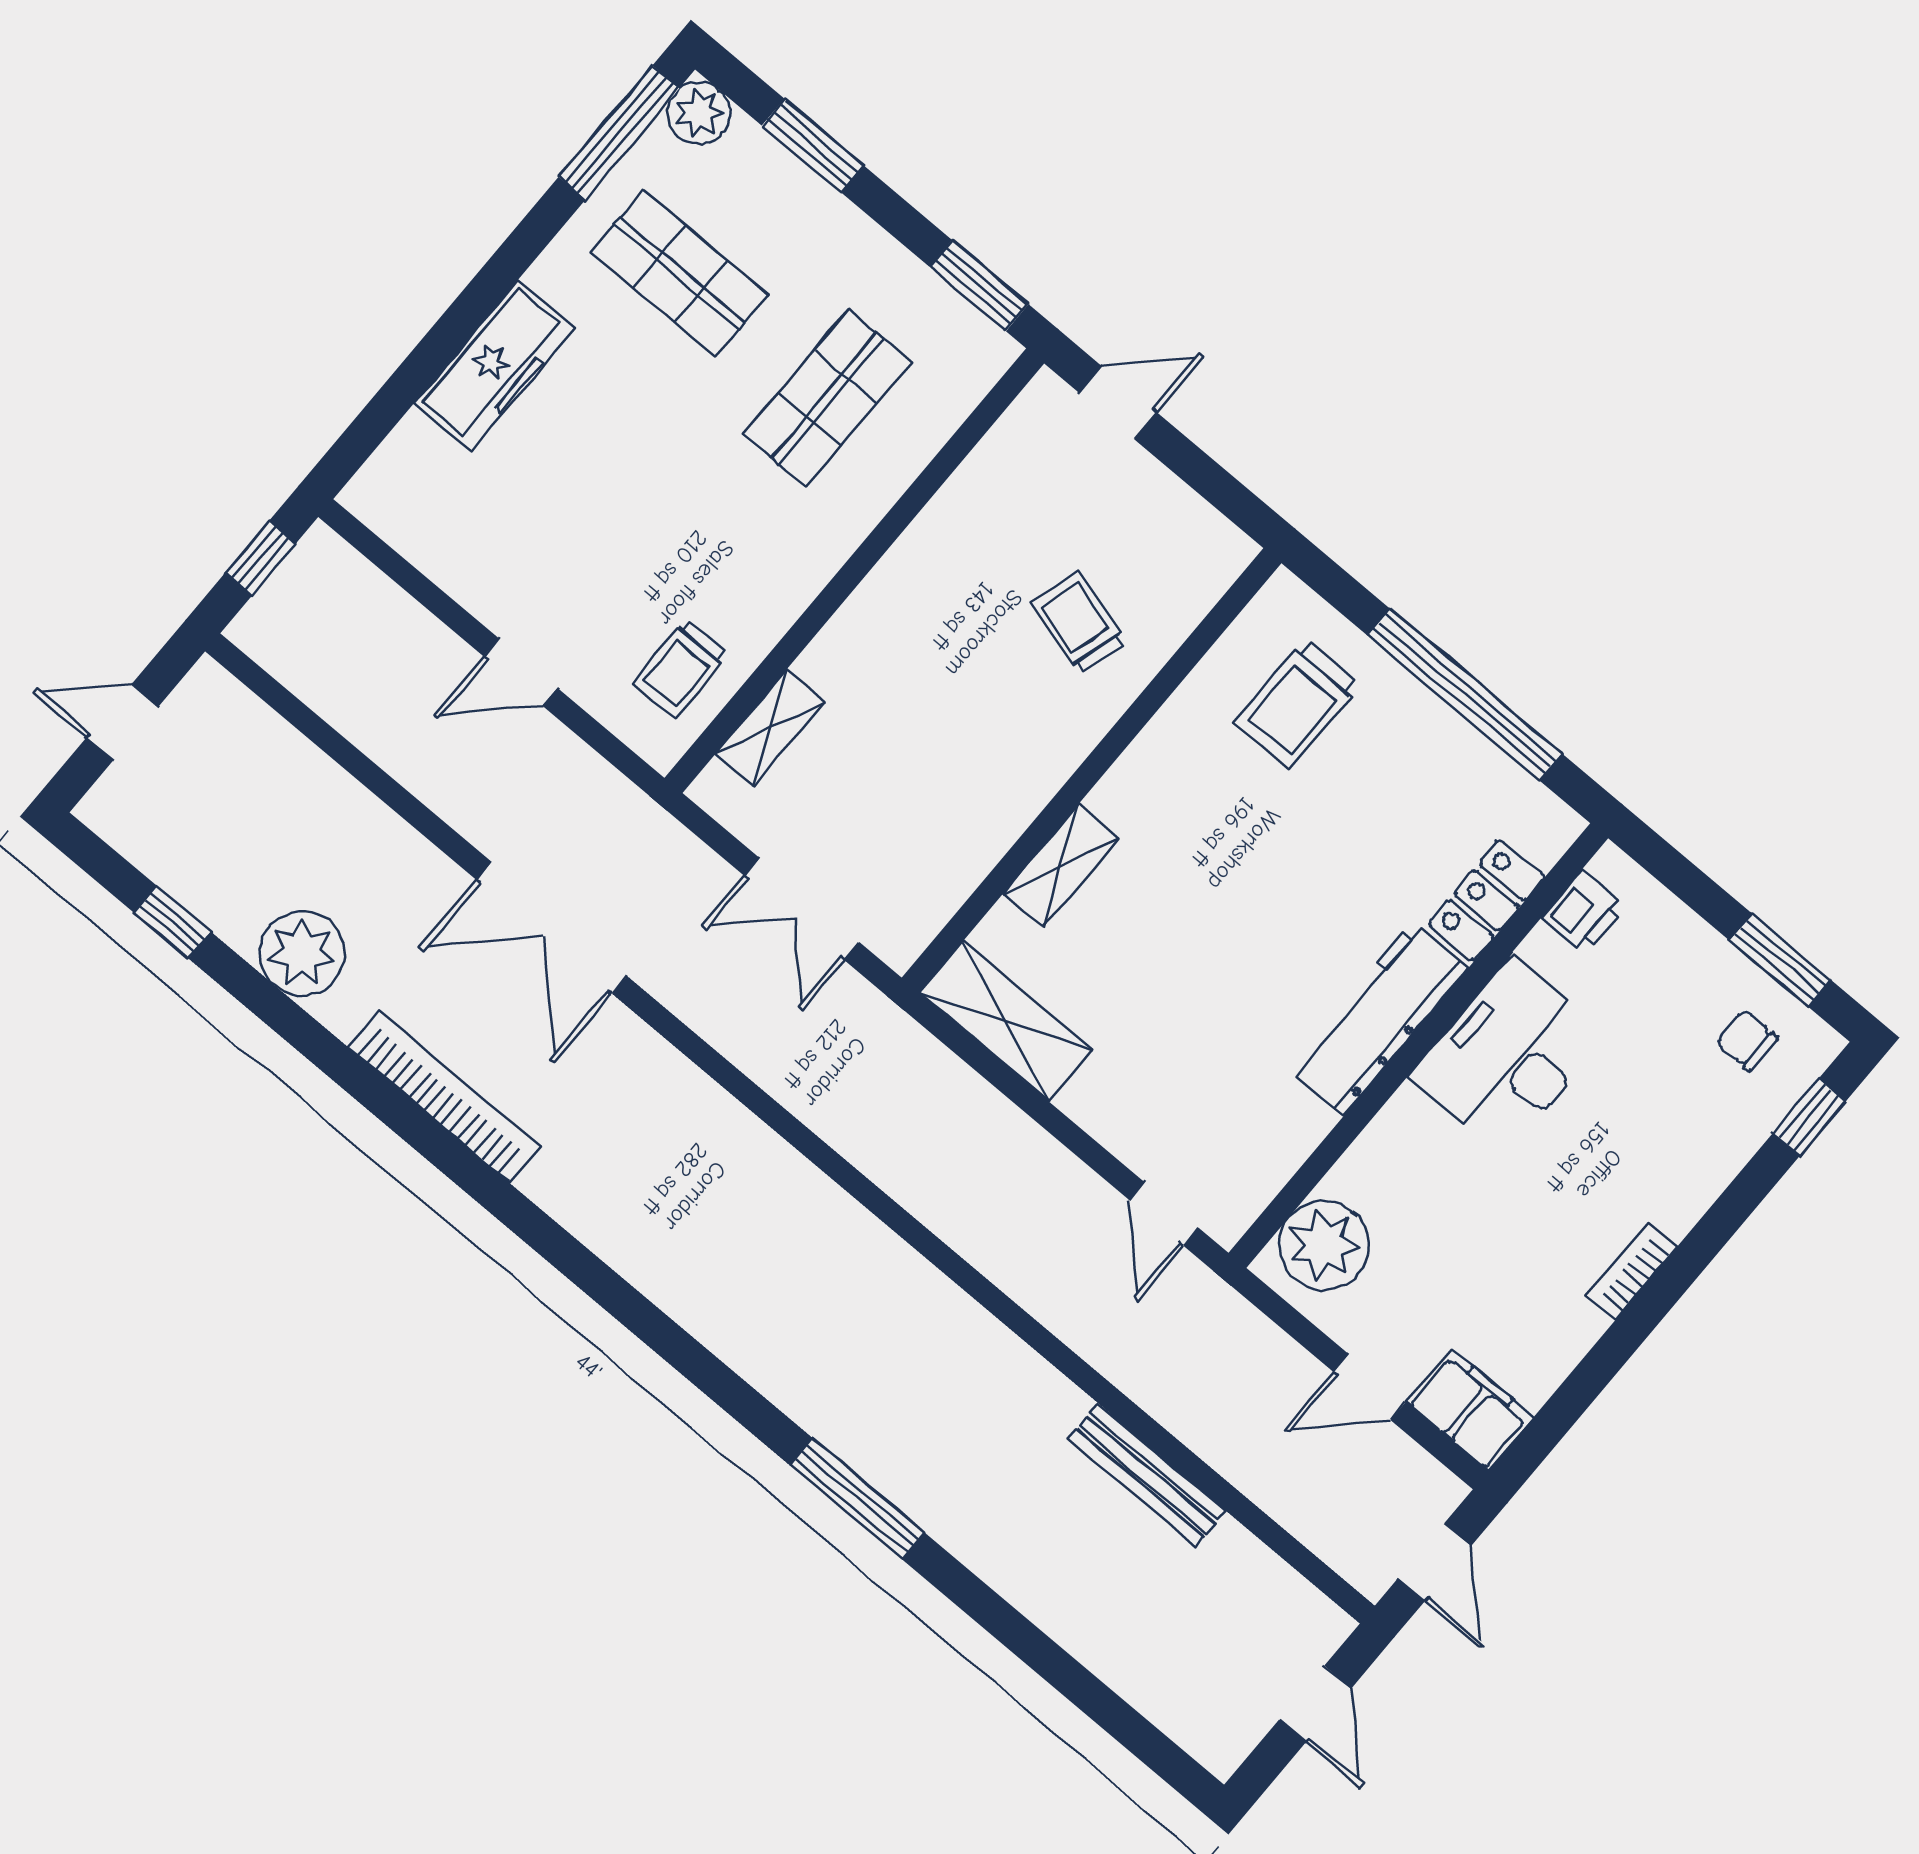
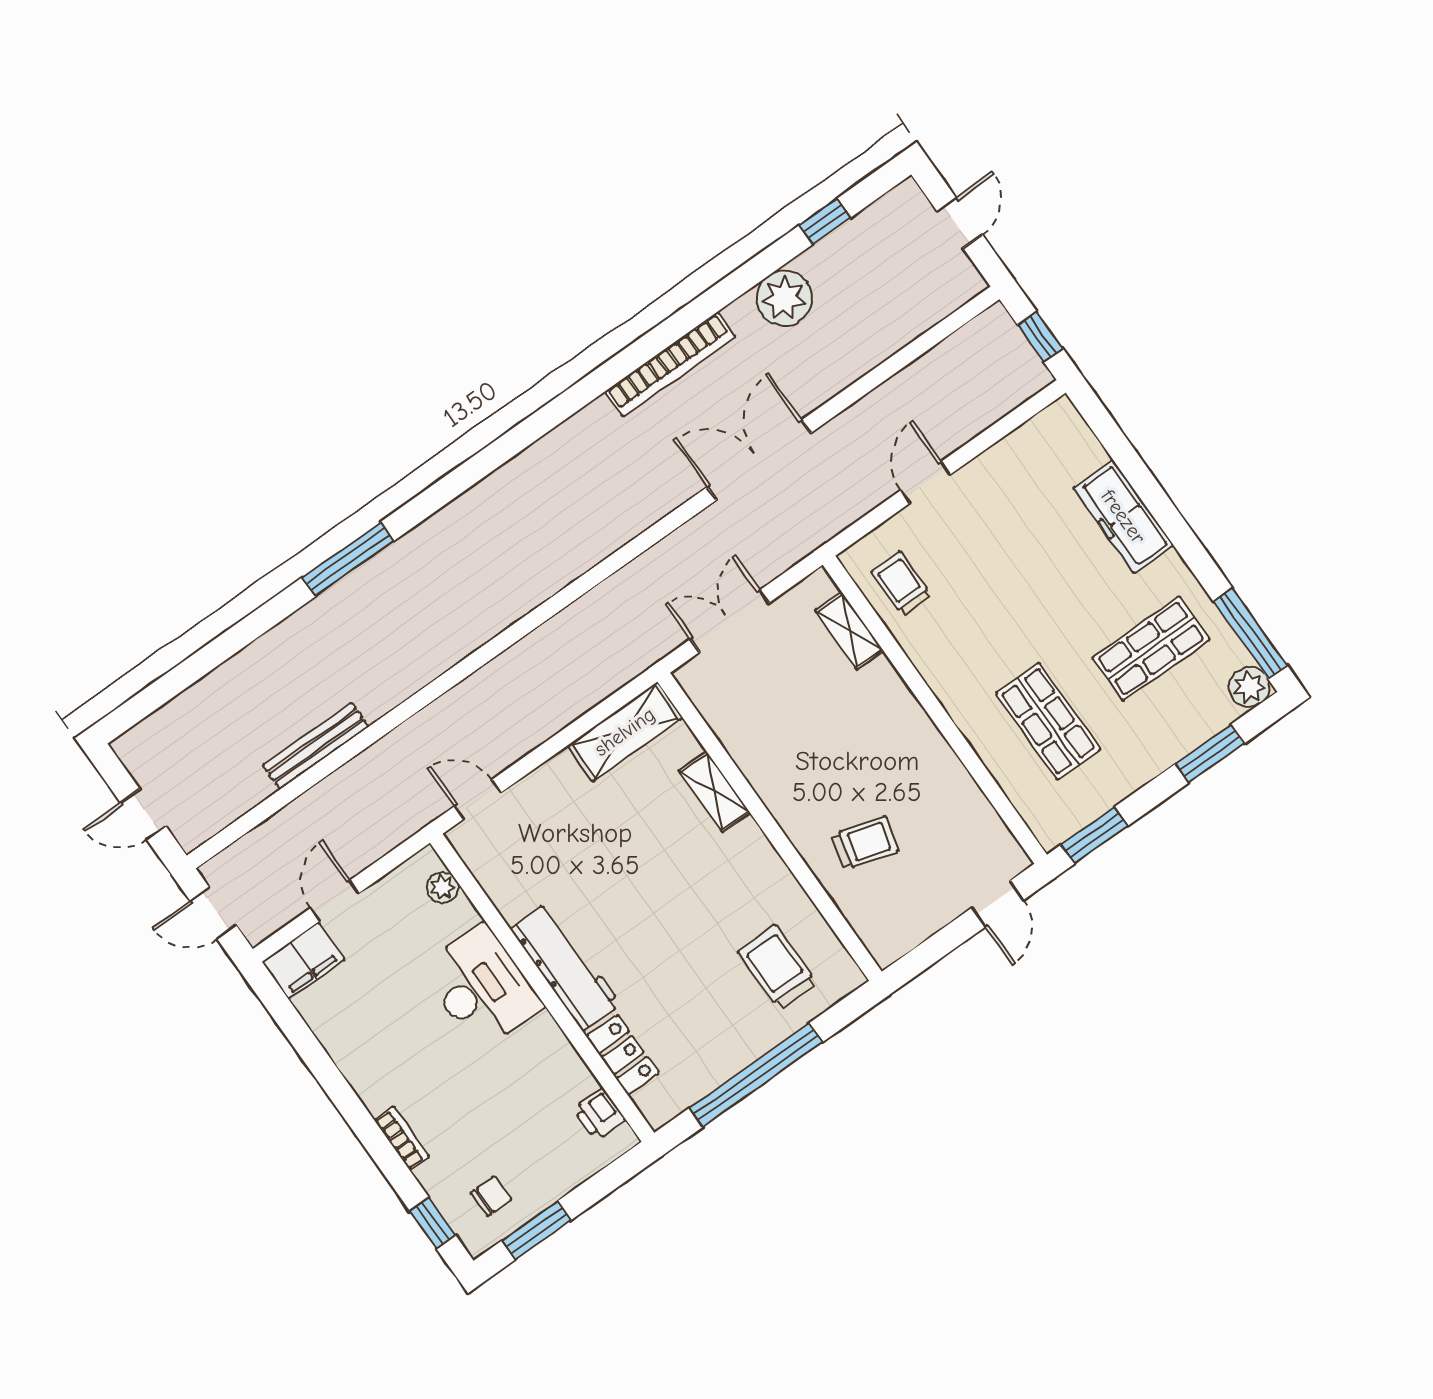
desk: (1509, 1055) -> (481, 987), moved
plant: (1324, 1245) -> (443, 887), width x0.53, depth x0.53
bookcase: (1632, 1271) -> (402, 1138), moved

